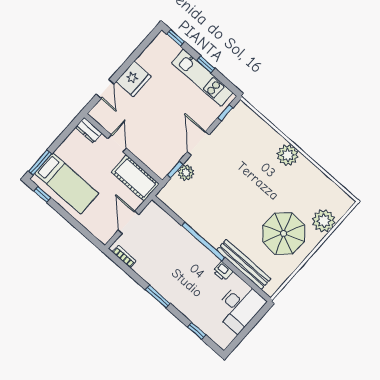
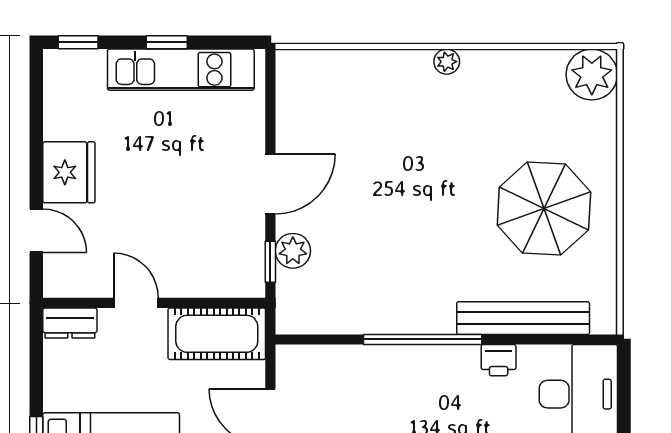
window: (225, 113) -> (270, 94), removed
door: (198, 143) -> (270, 184), swing flipped
plant: (288, 155) -> (447, 62), width x0.53, depth x0.53
plant: (324, 221) -> (592, 75), moved

